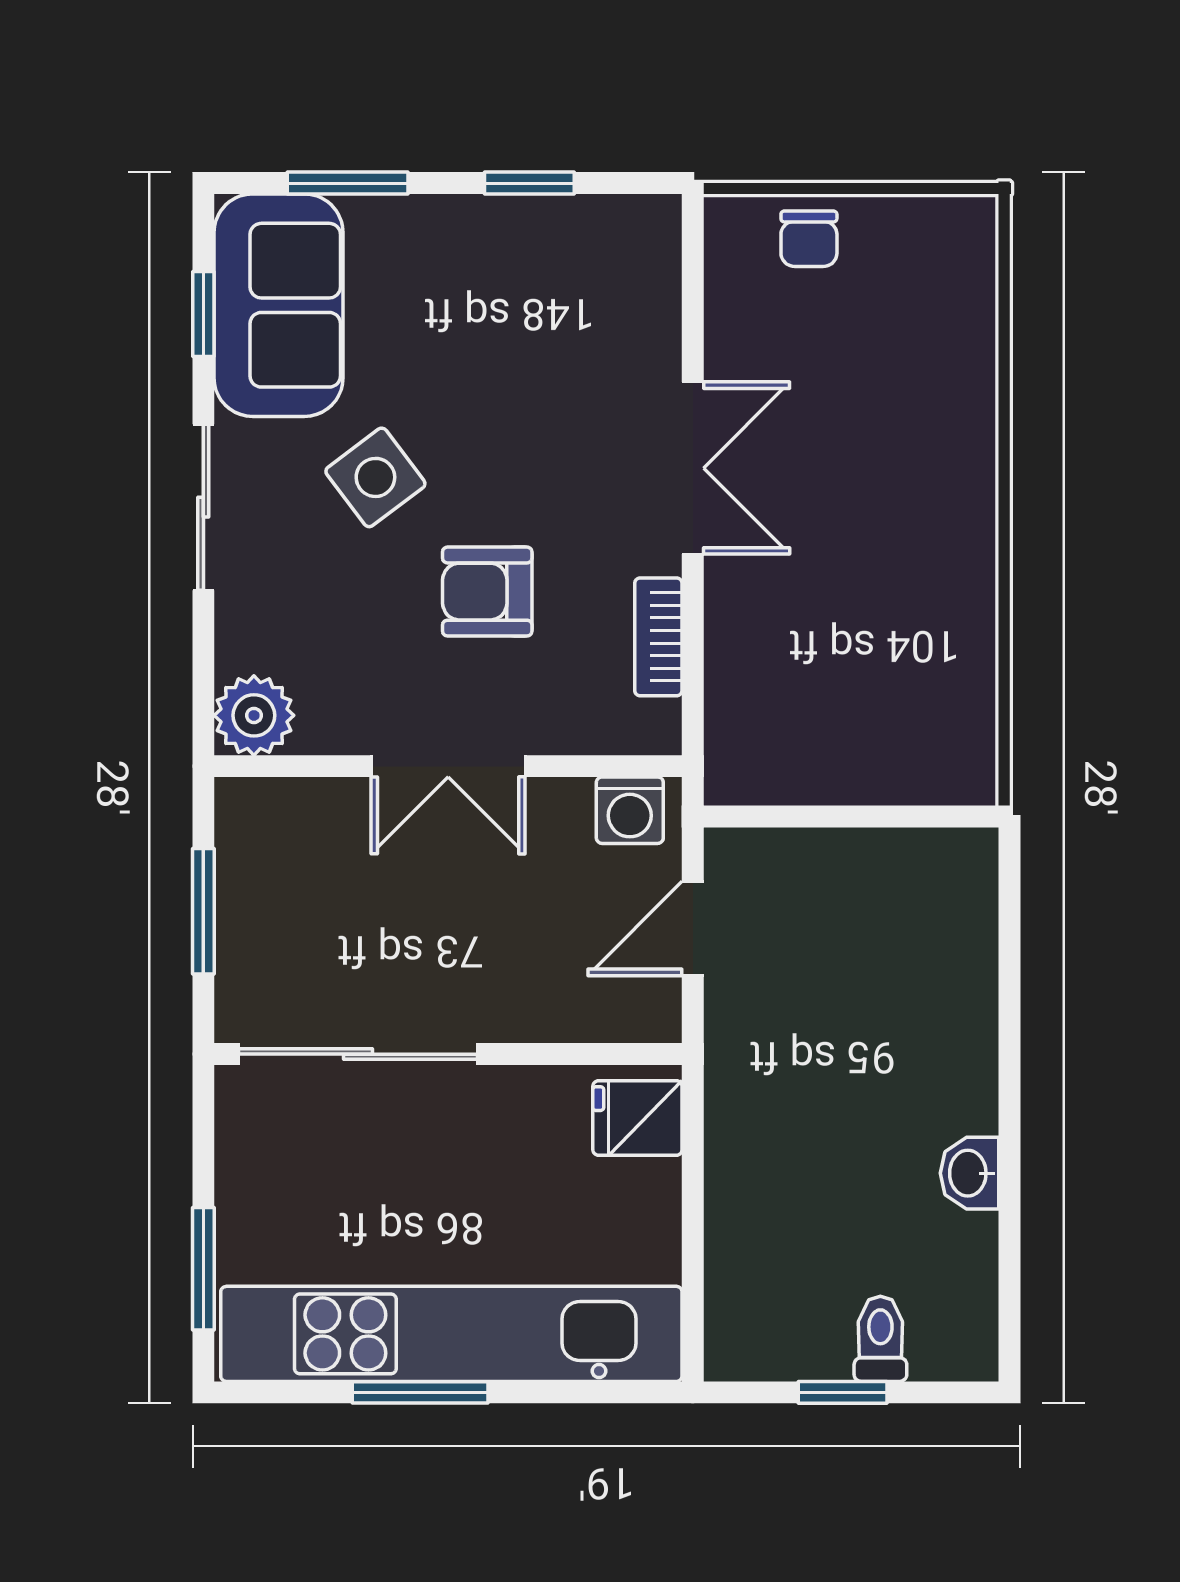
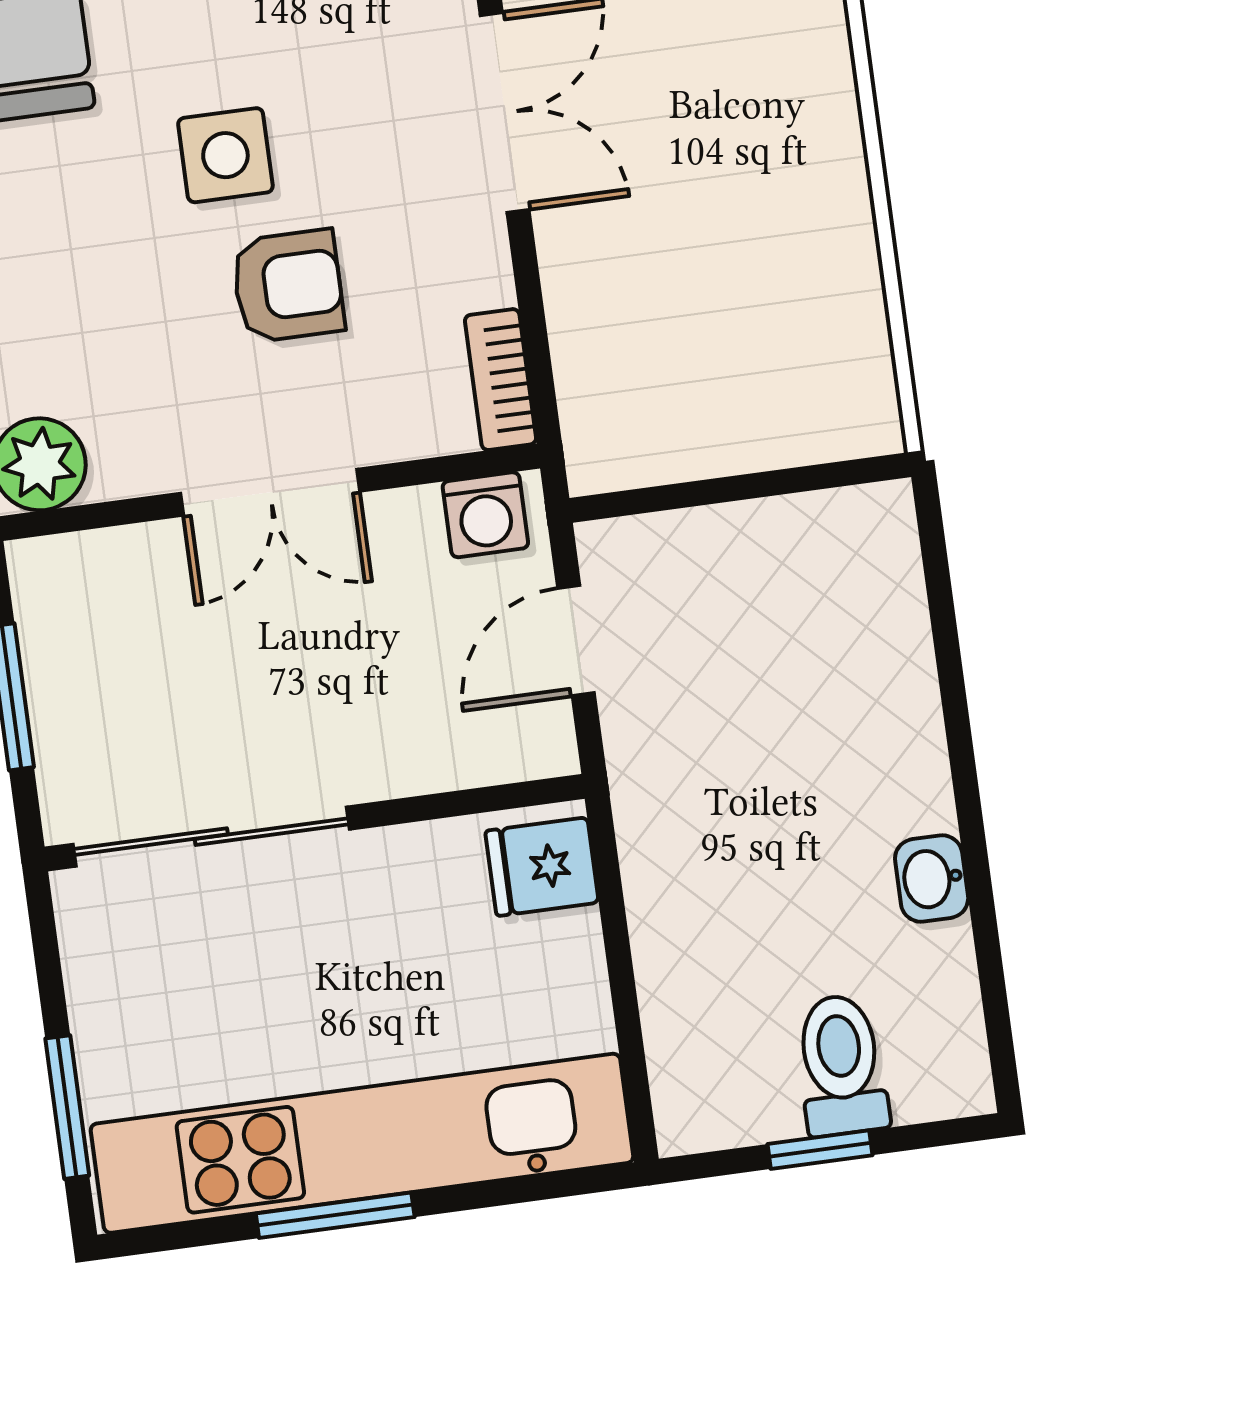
side table: (375, 477) -> (225, 155), moved, turned 37
armchair: (487, 592) -> (288, 286), turned 180
bookcase: (658, 637) -> (501, 380), moved
toilet: (880, 1339) -> (841, 1065), width x1.37, depth x1.39

